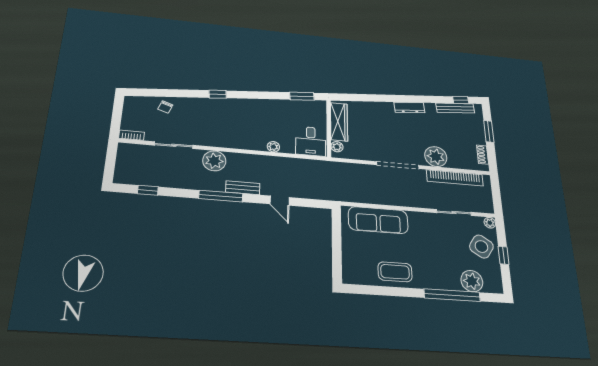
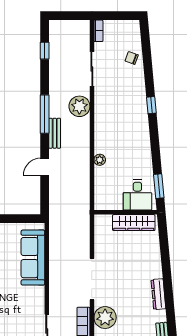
desk: (311, 141) -> (137, 195), moved, turned -90
plant: (337, 147) -> (106, 220), removed

